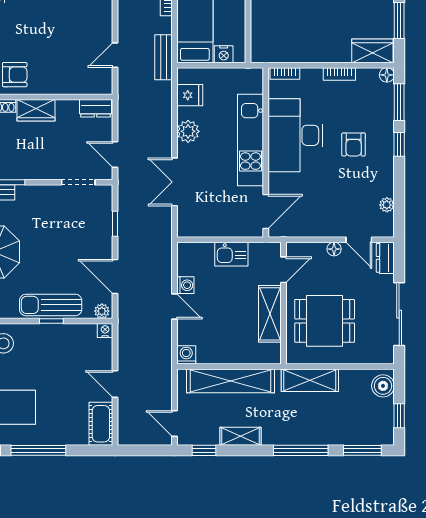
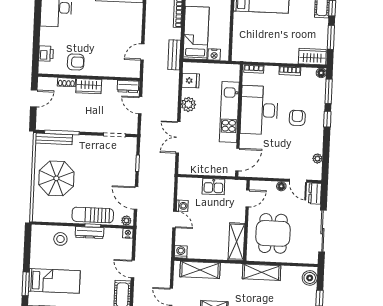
armchair: (354, 144) -> (297, 118), turned 180
door: (115, 155) -> (140, 105), moved
shelving: (270, 314) -> (236, 242), moved
dining table: (325, 321) -> (273, 233), turned 90
dresser: (47, 332) -> (89, 233), added
shelving: (231, 381) -> (200, 270), width x0.68

